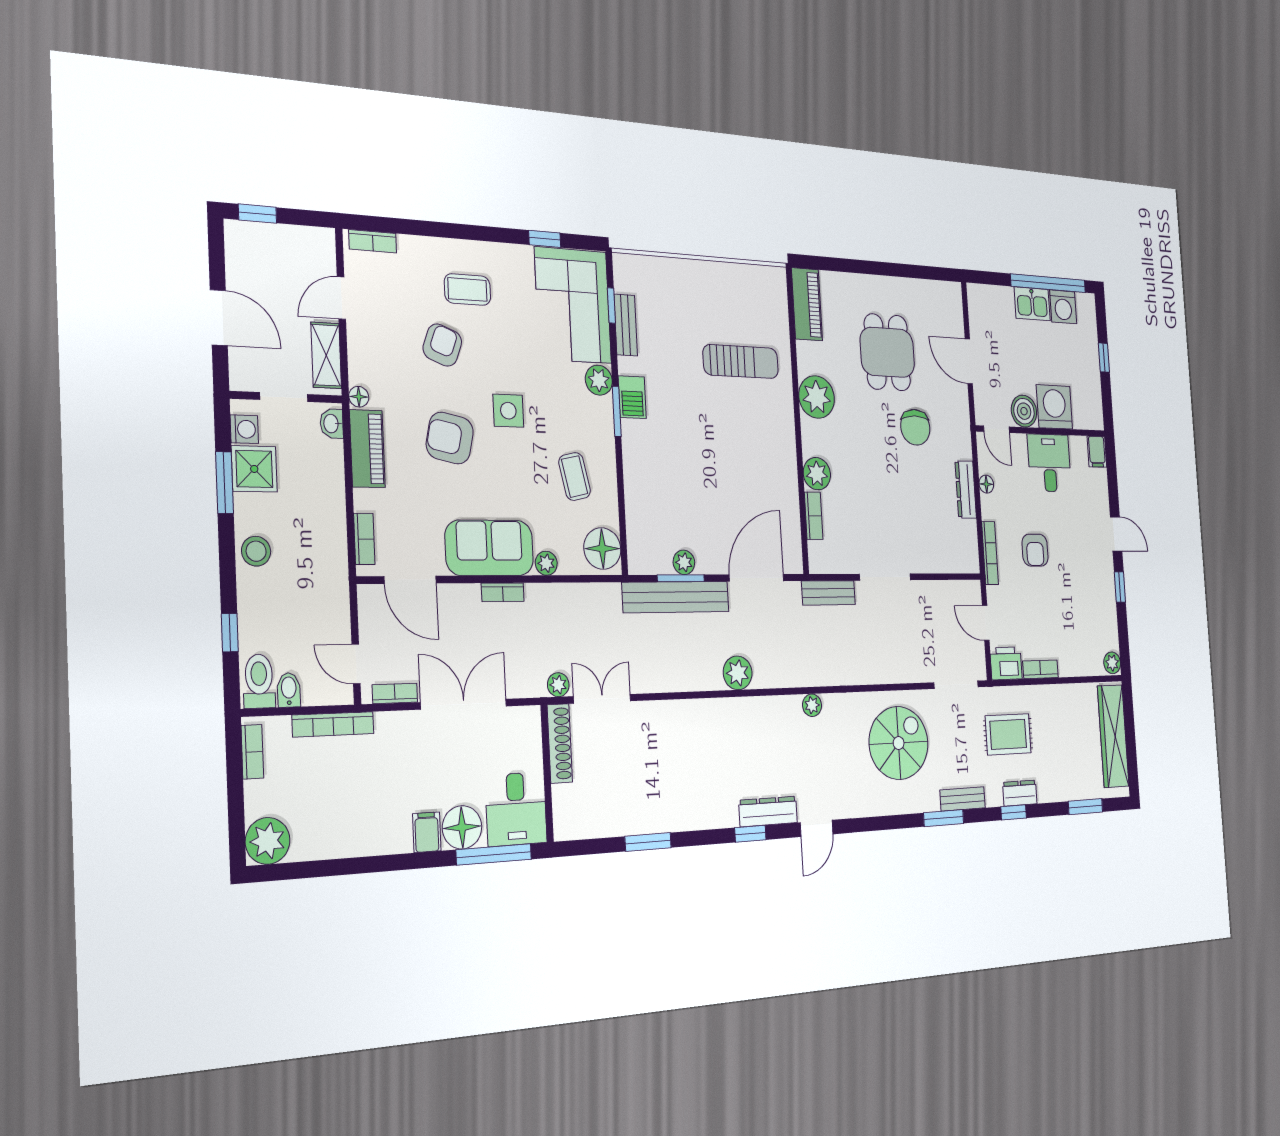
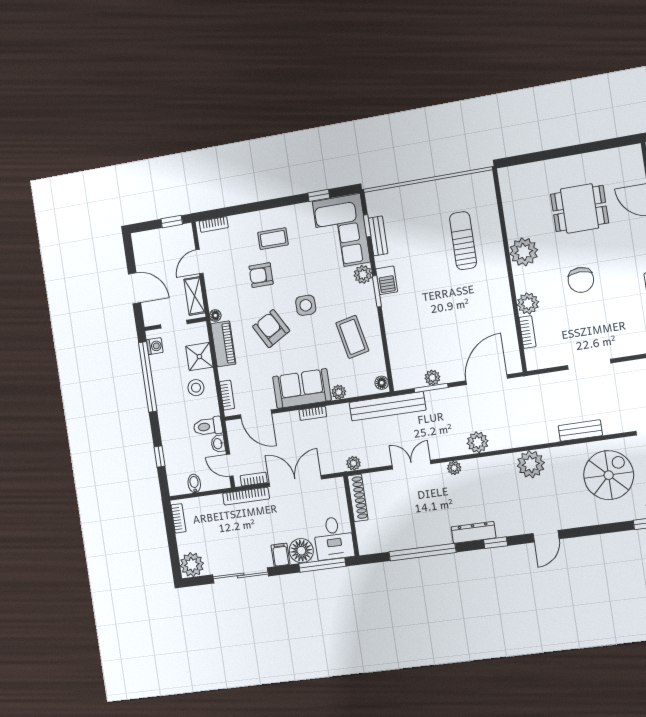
window: (257, 214) -> (172, 222), moved
piano: (807, 304) -> (511, 191), removed
armchair: (442, 345) -> (261, 275), turned -111
dining table: (887, 352) -> (580, 209), turned 90
sun lounger: (741, 361) -> (463, 241), turned -90
washbasin: (332, 424) -> (218, 444), moved
chair: (915, 427) -> (581, 280), moved
armchair: (450, 438) -> (271, 329), turned 48
shower: (254, 469) -> (199, 357), moved
coffee table: (575, 477) -> (352, 337), width x1.36, depth x1.30
window: (225, 483) -> (148, 377), width x2.11
floor lamp: (602, 549) -> (382, 383), width x0.53, depth x0.53
stool: (256, 551) -> (196, 388), moved
bench: (828, 593) -> (580, 431), moved
bench: (676, 597) -> (387, 406), moved
toilet: (259, 681) -> (208, 426), moved, turned -90
double door: (602, 699) -> (411, 465), moved
plant: (812, 705) -> (531, 464), width x1.87, depth x1.87
plant: (703, 709) -> (454, 468), added
bookcase: (333, 724) -> (246, 496), moved
dresser: (768, 812) -> (474, 532), moved
window: (648, 842) -> (422, 552), width x2.11
sliding door: (354, 866) -> (241, 575), added

